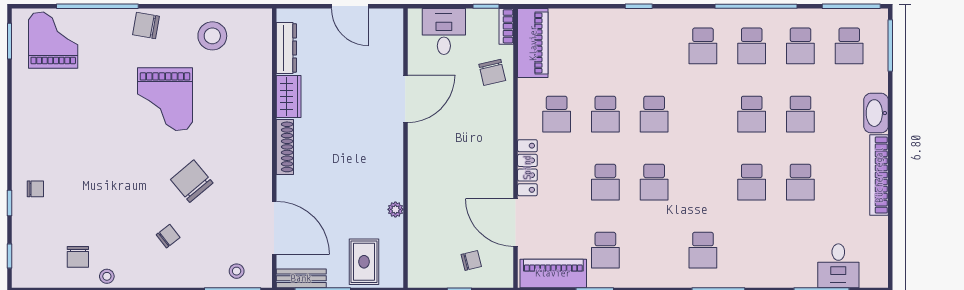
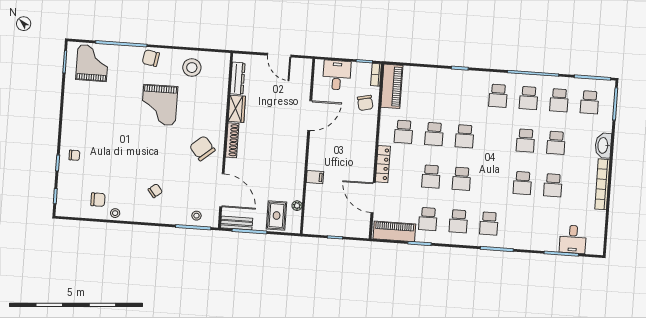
chair: (192, 181) -> (202, 148), moved
filing cabinet: (421, 196) -> (315, 177), added
plant: (395, 209) -> (297, 206), moved
school desk: (654, 250) -> (458, 221), added
chair: (78, 257) -> (98, 200), turned -90
chair: (471, 260) -> (344, 219), removed

